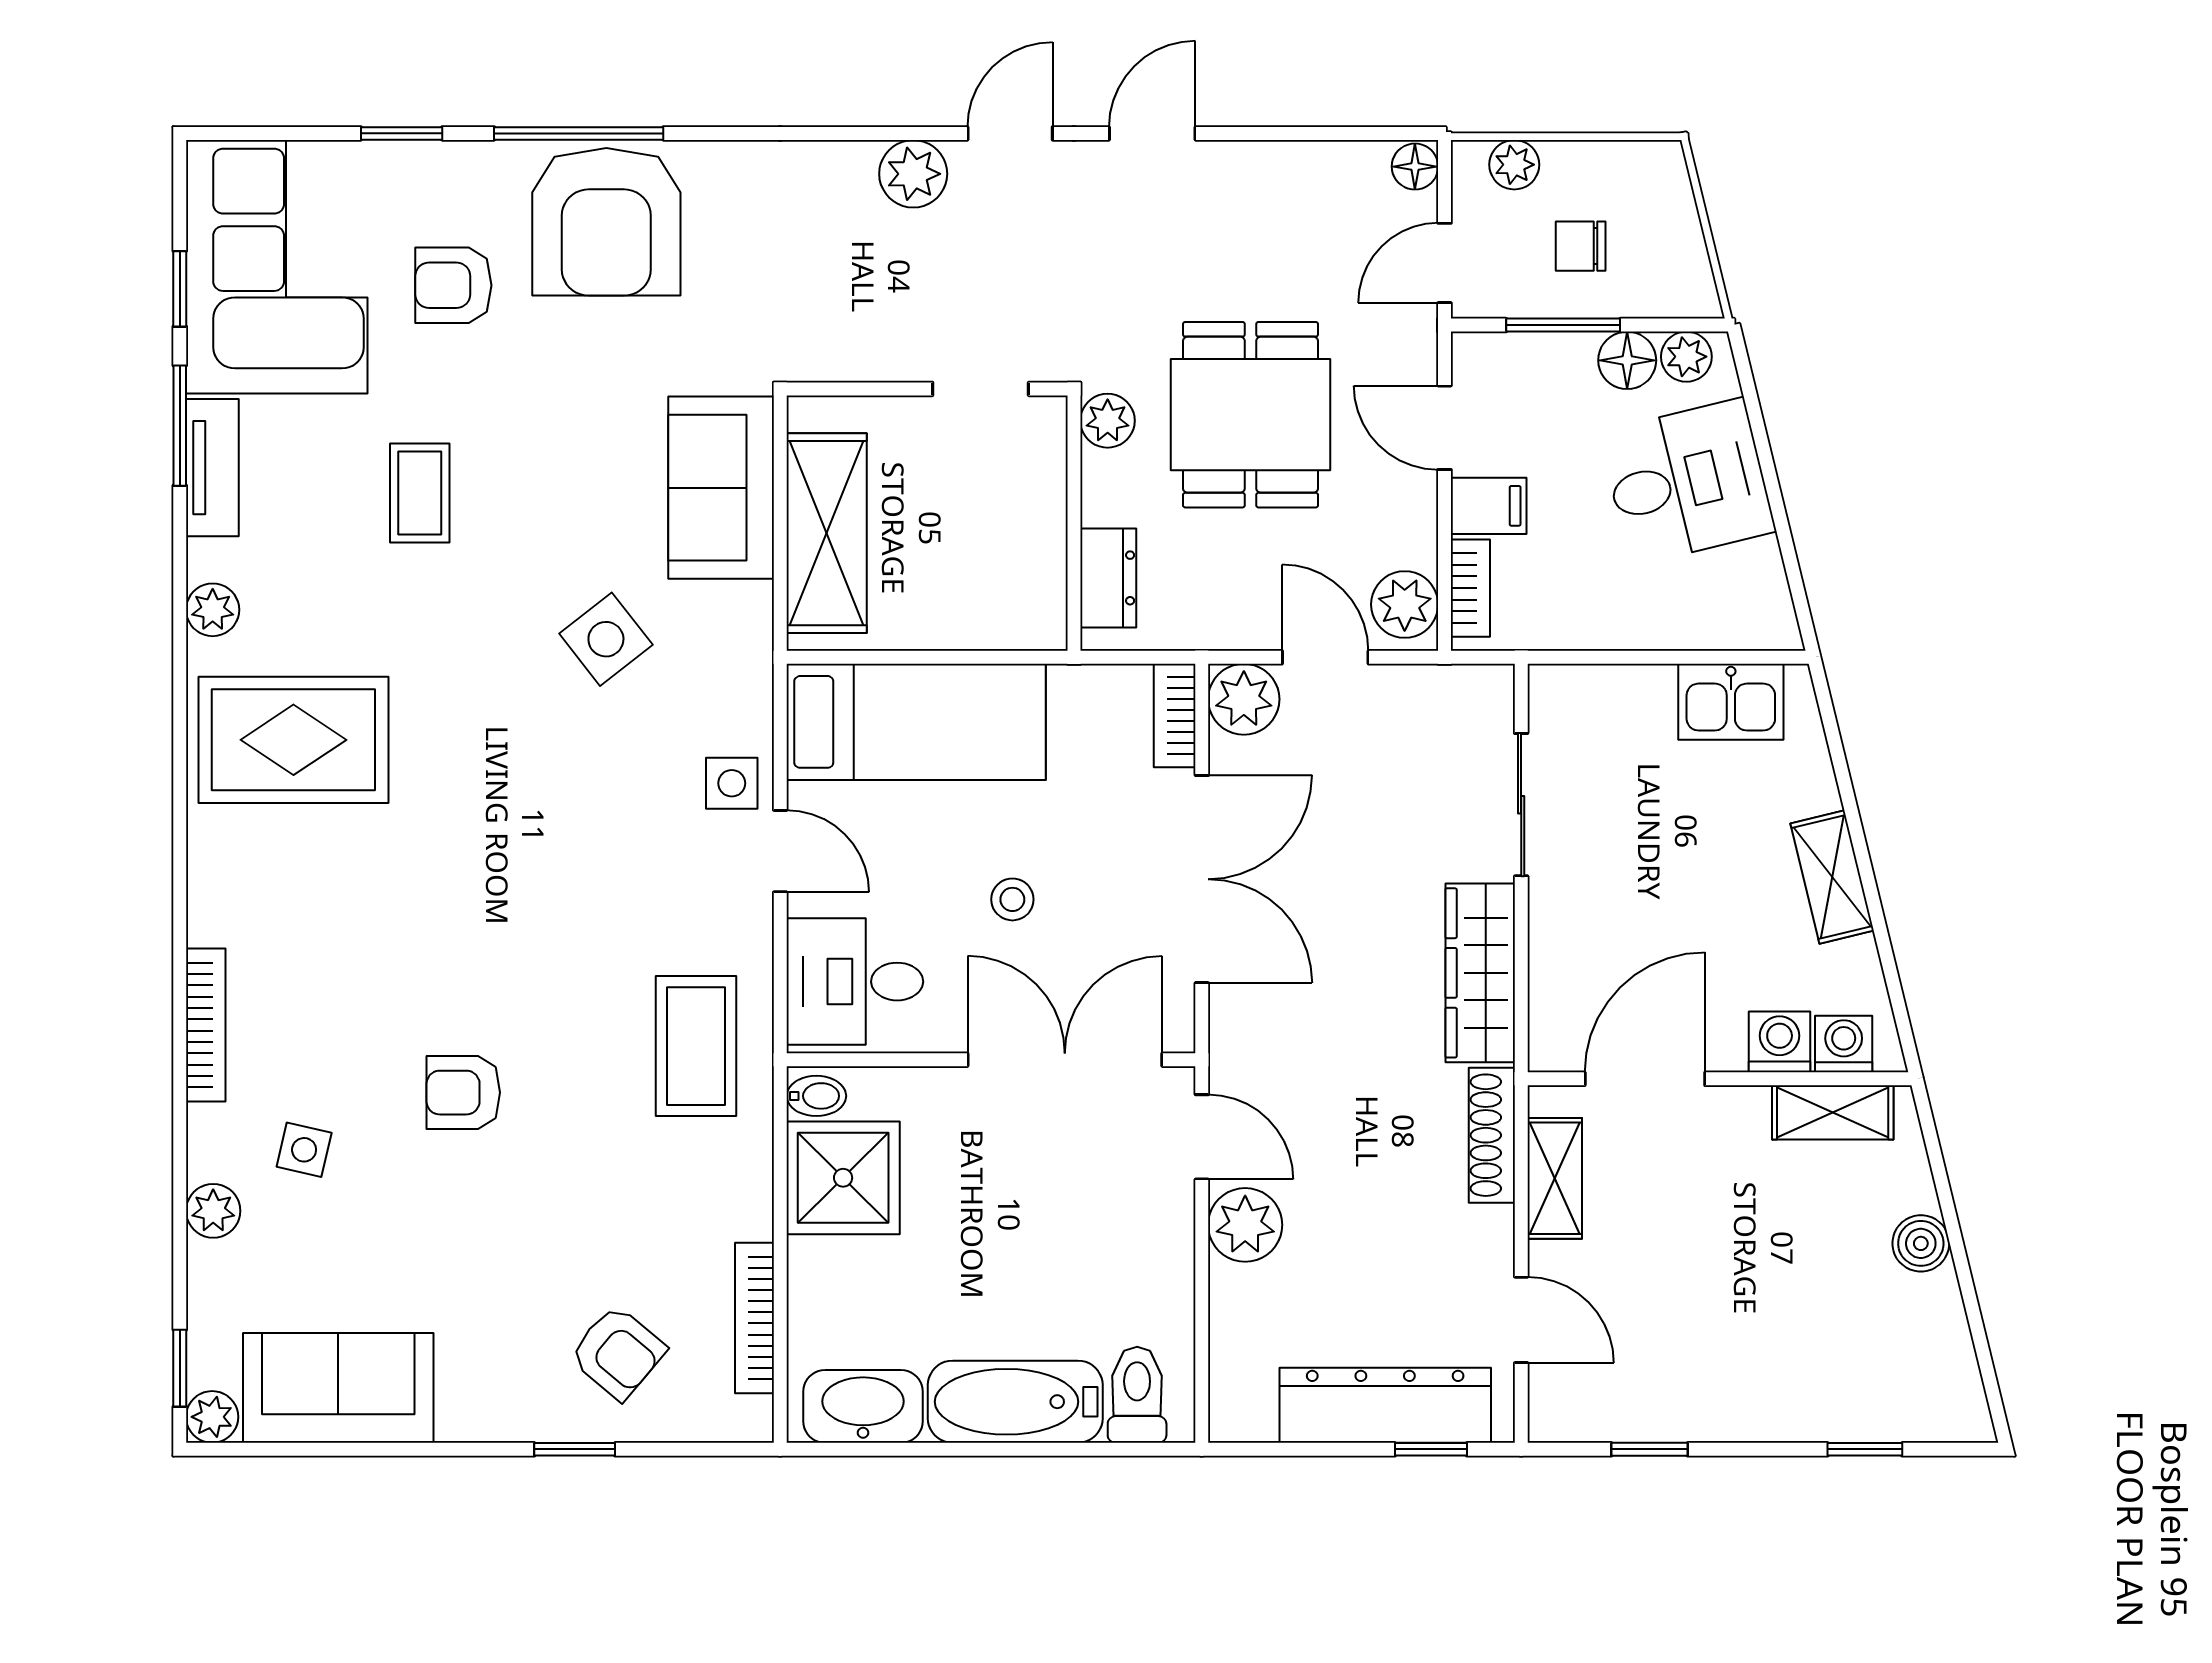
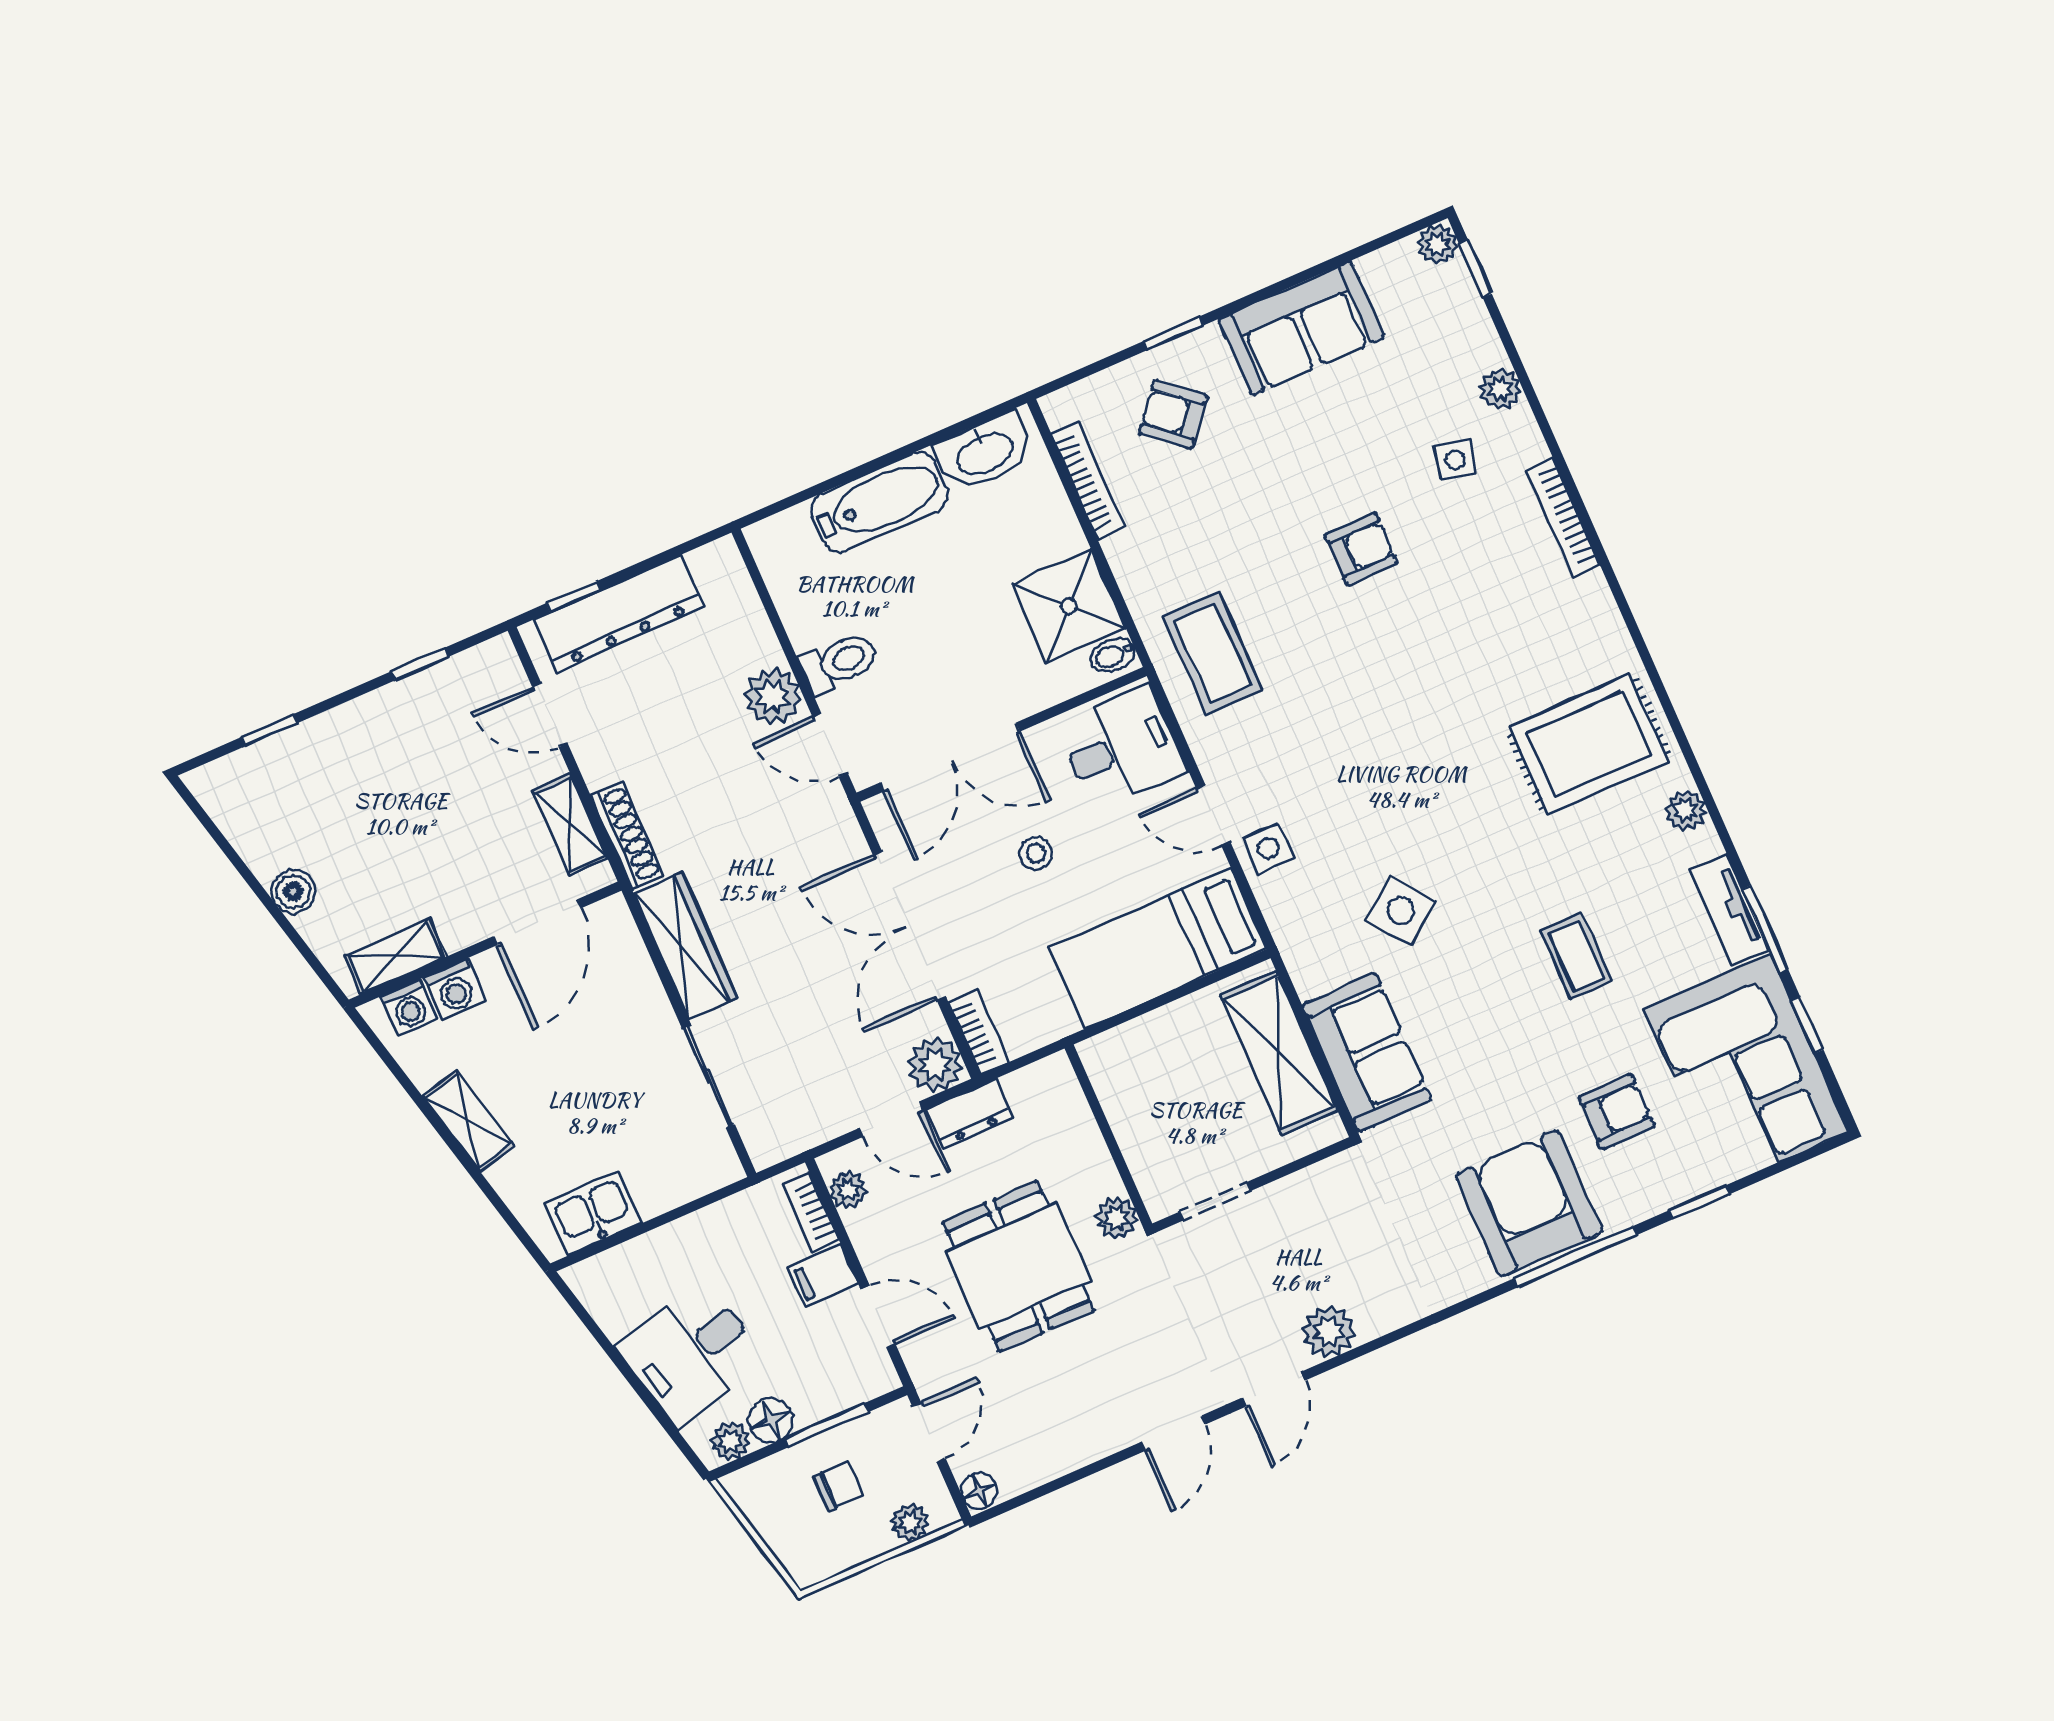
dresser: (1108, 578) -> (970, 1113), moved, turned -90
plant: (1405, 604) -> (848, 1190), width x0.73, depth x0.73
sofa: (338, 1388) -> (1301, 328), moved
toilet: (1137, 1395) -> (839, 662), moved, turned -90

